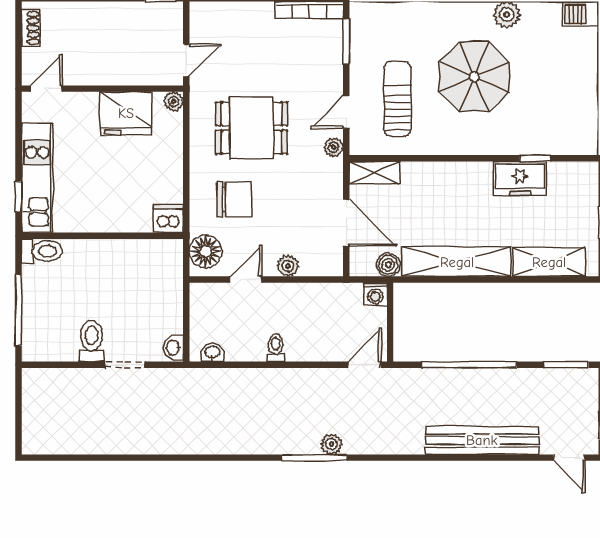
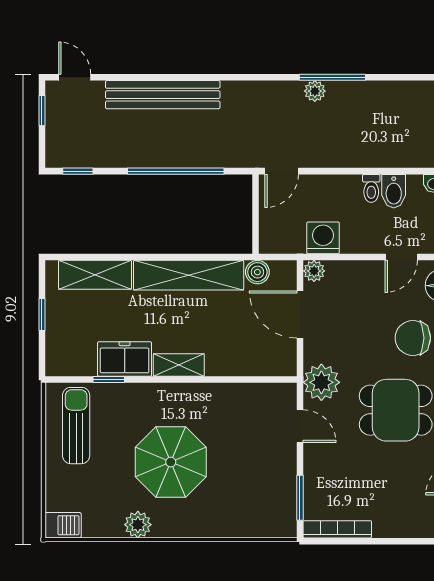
sun lounger: (397, 99) -> (76, 426), moved, turned 180
door: (346, 112) -> (300, 426), hinge flipped
plant: (333, 147) -> (321, 382), width x1.88, depth x1.88
shelving: (374, 173) -> (179, 365), moved
plant: (288, 266) -> (314, 271), moved
washing machine: (375, 294) -> (323, 238), moved, width x1.38, depth x1.38
bidet: (253, 345) -> (394, 191), added
window: (566, 365) -> (78, 171), width x0.67

